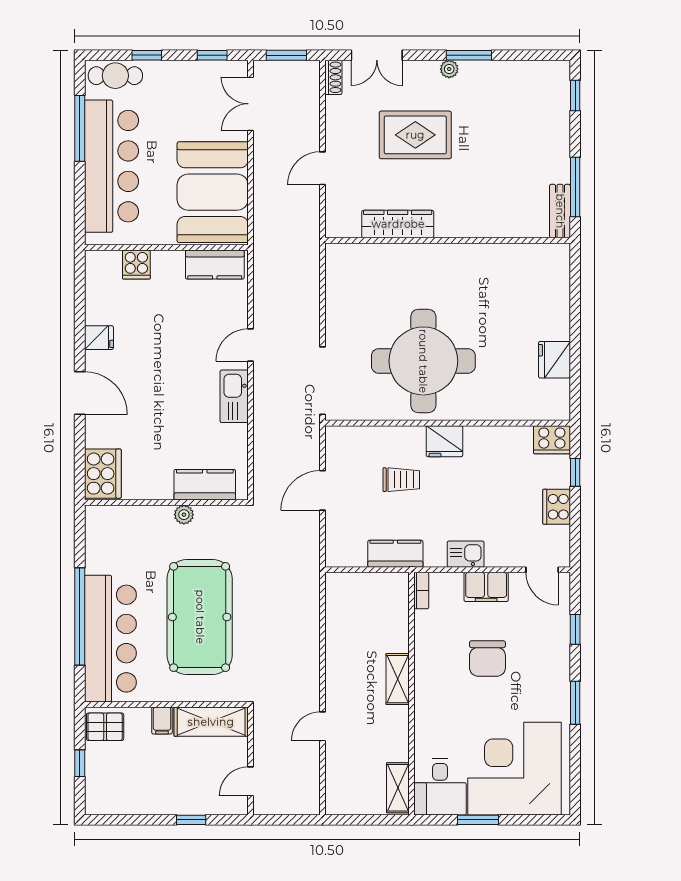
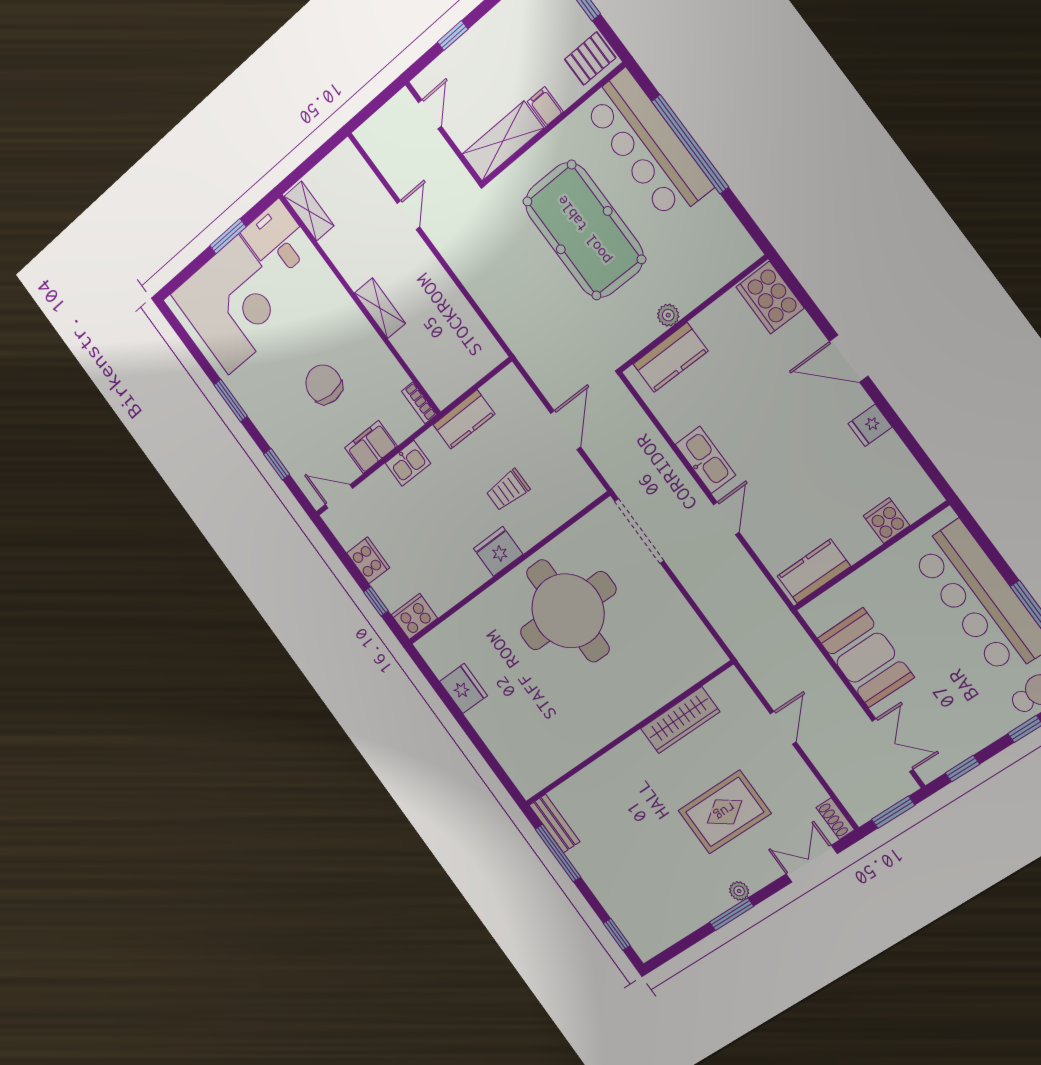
booth: (213, 192) -> (866, 658), width x0.73, depth x0.70

